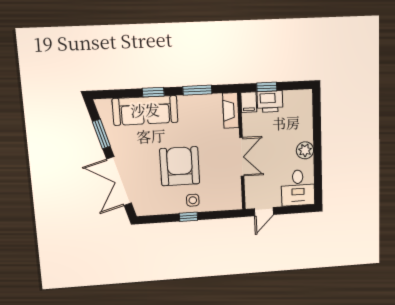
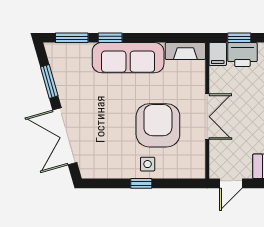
window: (197, 90) -> (72, 38), moved
sofa: (145, 110) -> (128, 58), moved
fireplace: (231, 110) -> (185, 51), moved, turned -90
armchair: (180, 166) -> (158, 125), moved

